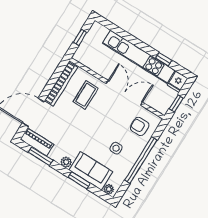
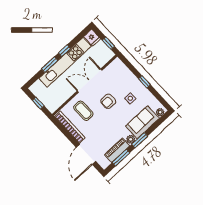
window: (131, 39) -> (50, 65), added
window: (164, 59) -> (65, 51), moved
armchair: (140, 126) -> (108, 101), moved
piano: (37, 142) -> (117, 150), moved
window: (141, 160) -> (144, 82), width x0.32
window: (79, 180) -> (140, 140), moved

